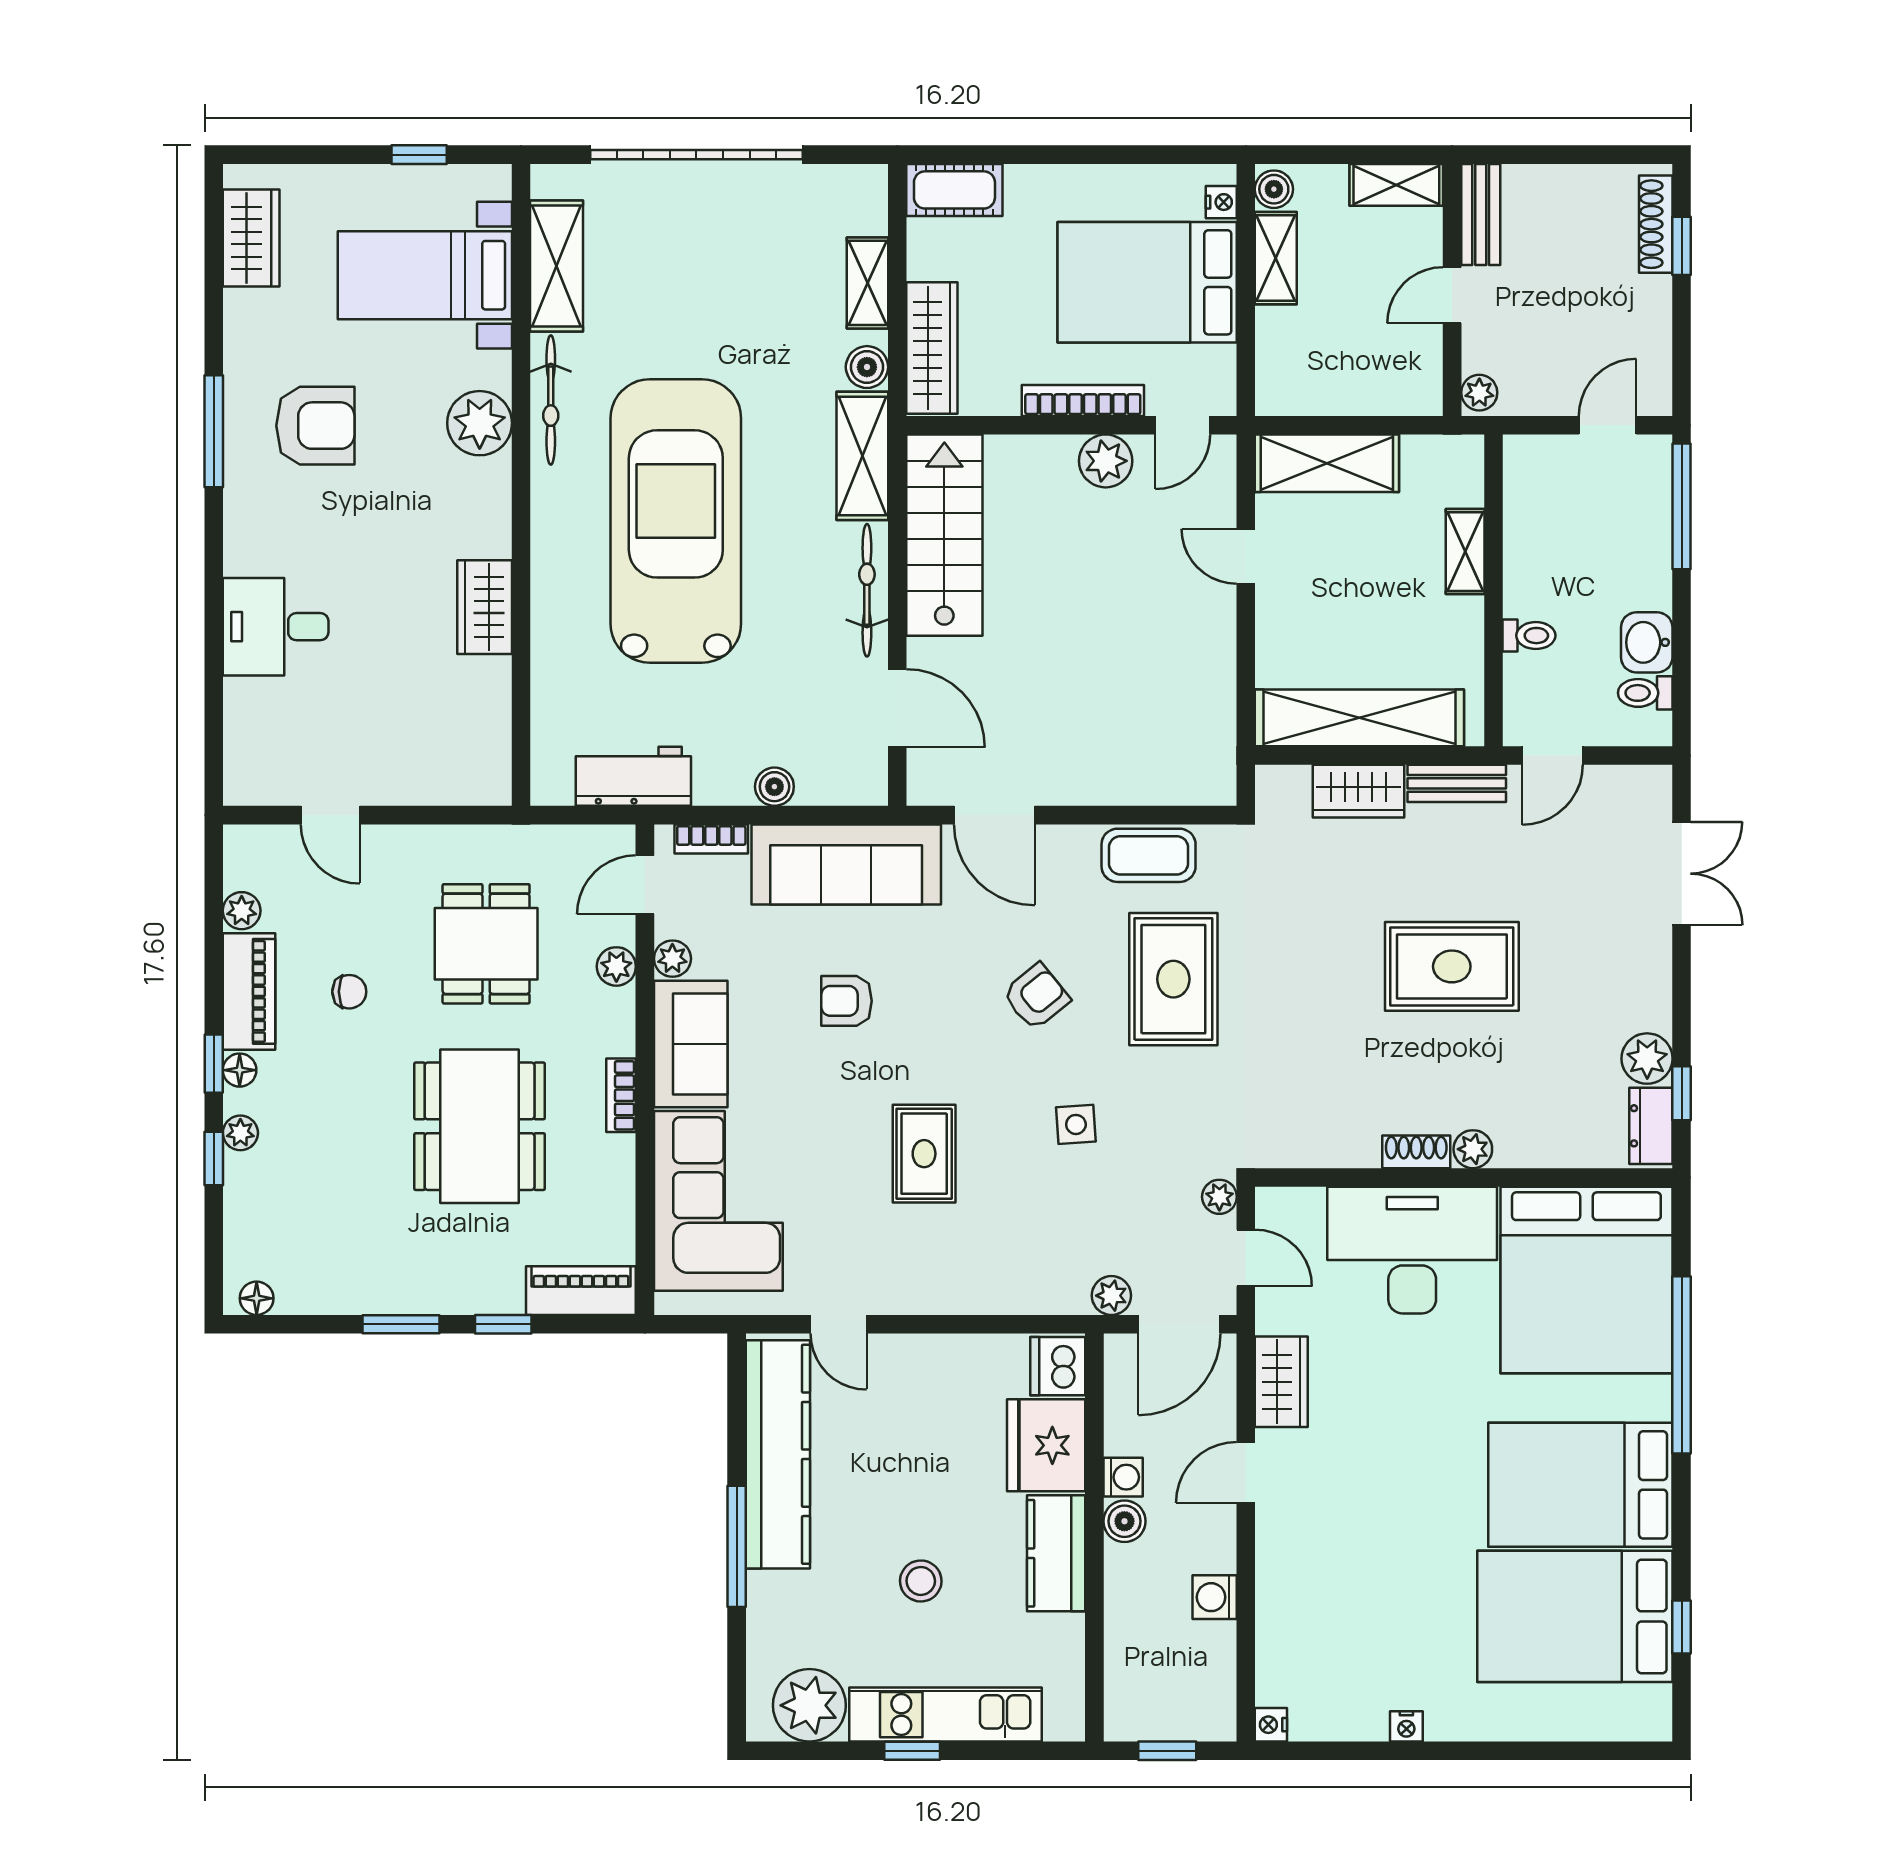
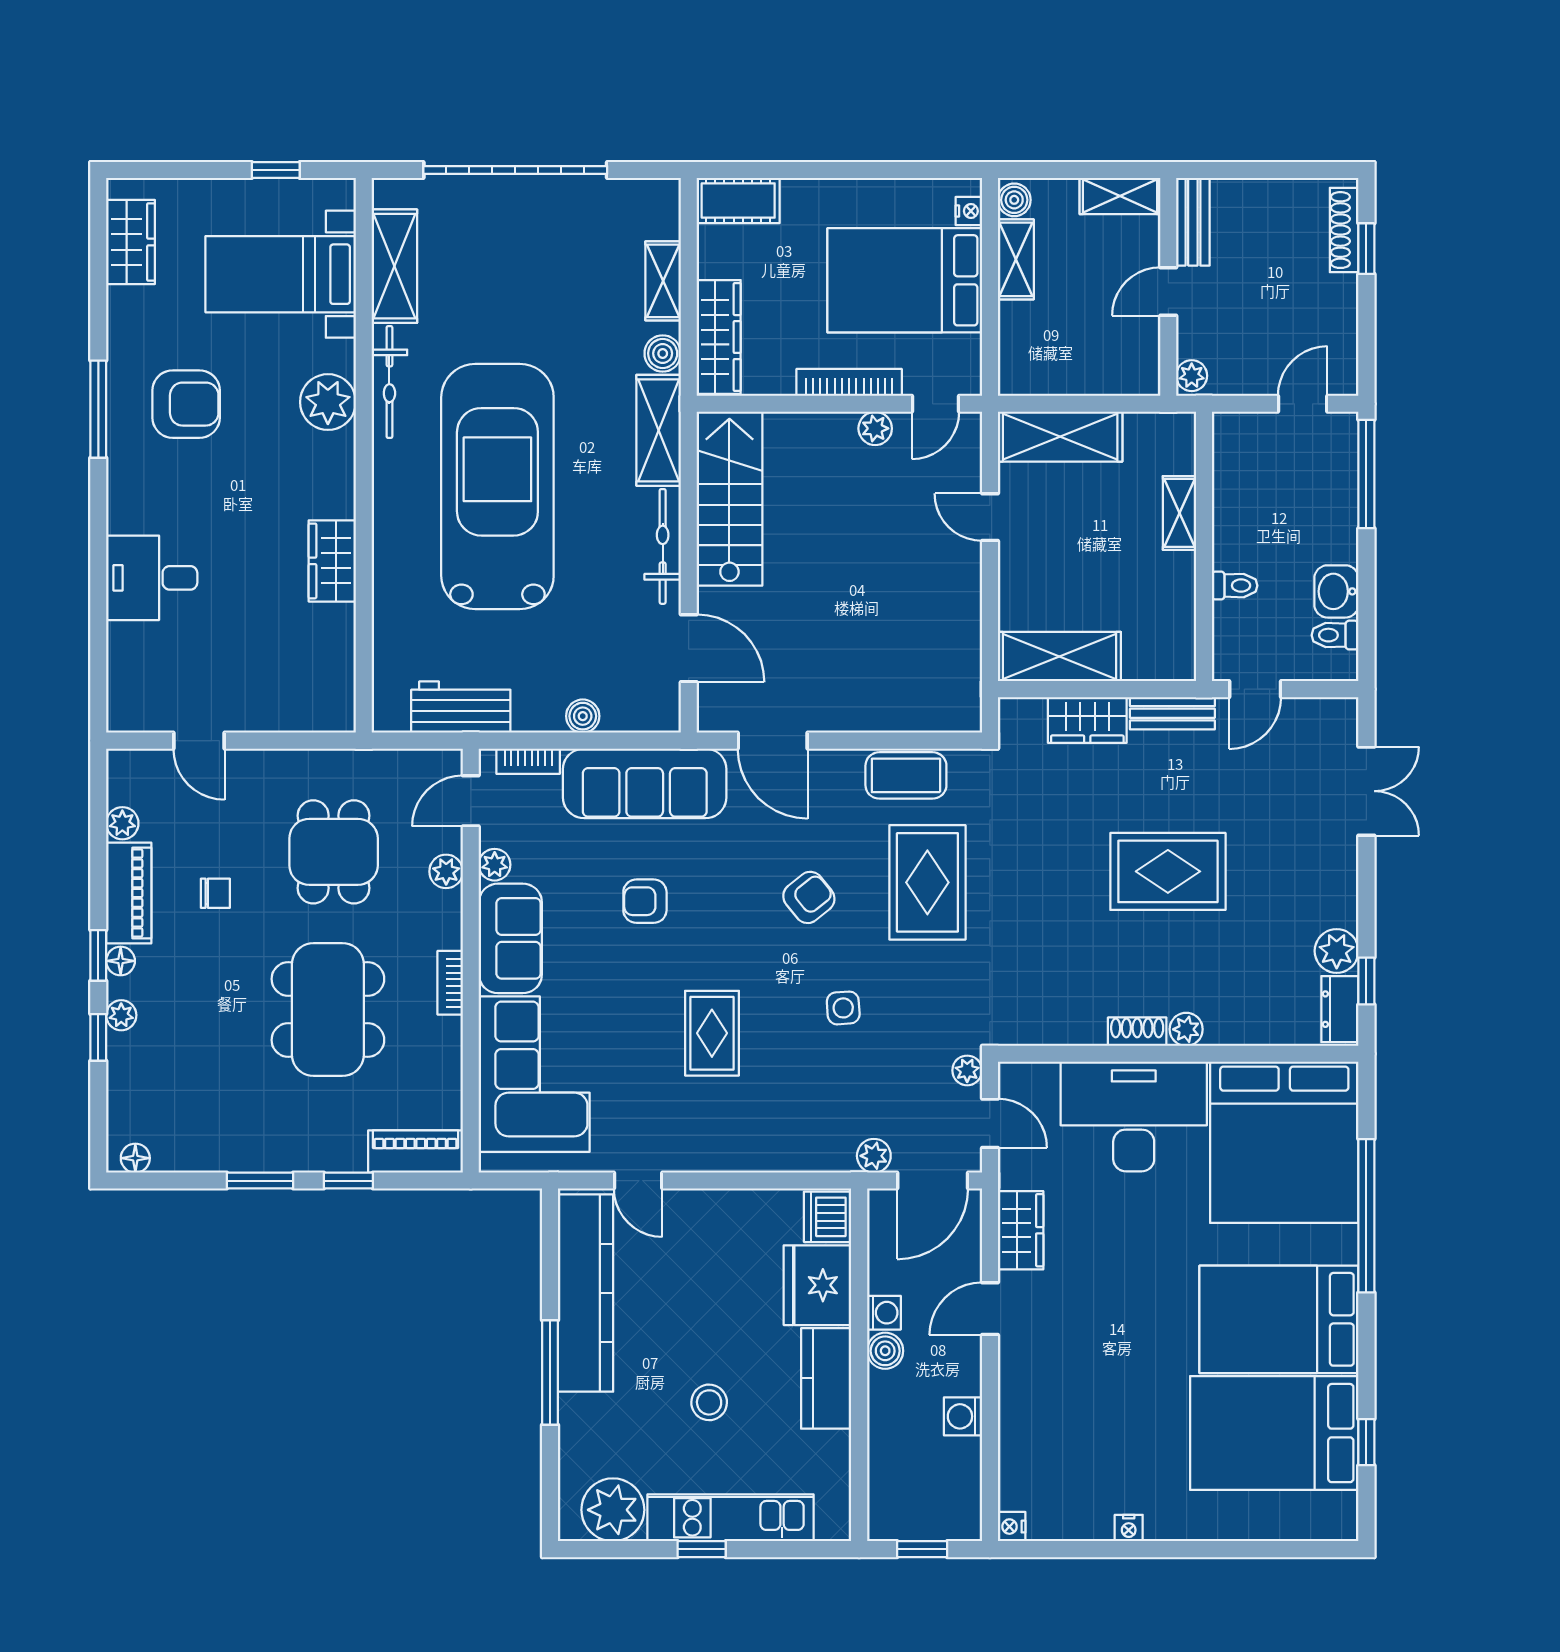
plant: (1106, 461) -> (875, 428), width x0.73, depth x0.73
shelving: (1359, 718) -> (1059, 657), width x0.68

